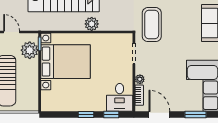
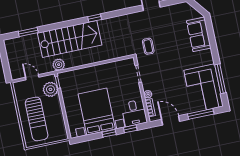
plant: (92, 24) -> (59, 65), moved
coffee table: (152, 25) -> (148, 46), width x0.54, depth x0.58
bed with nightstands: (65, 62) -> (97, 112), moved, turned -90
window: (196, 115) -> (201, 114), width x1.44

